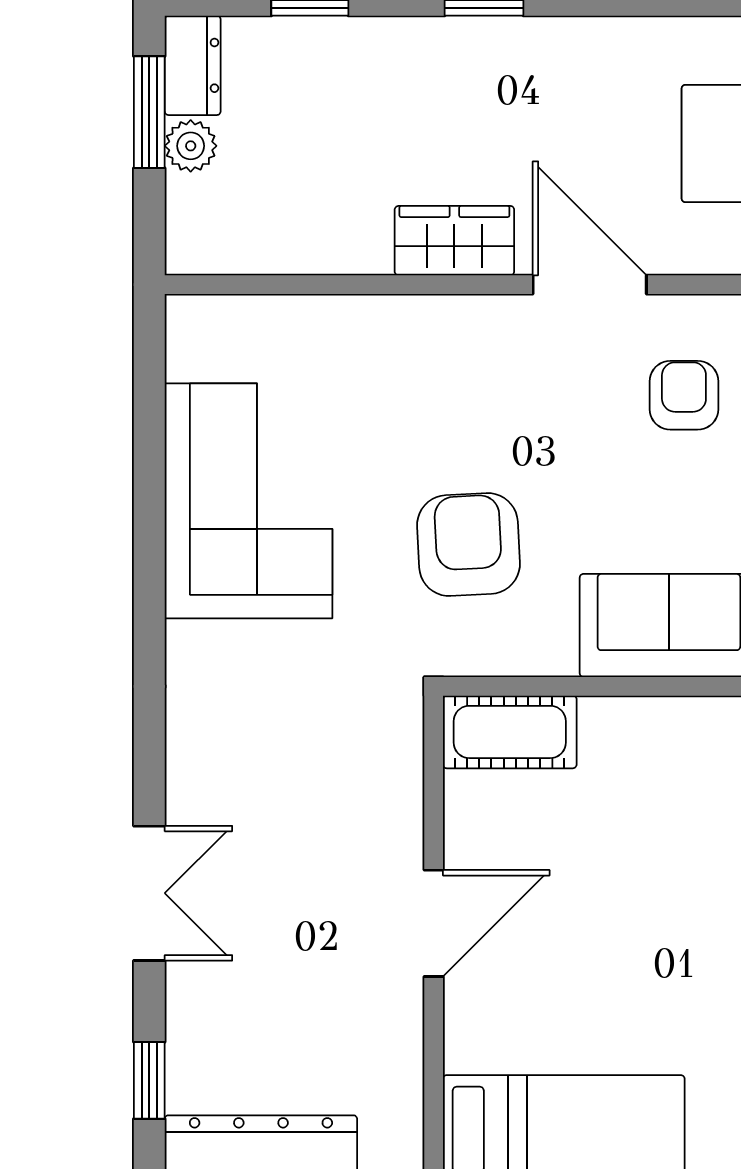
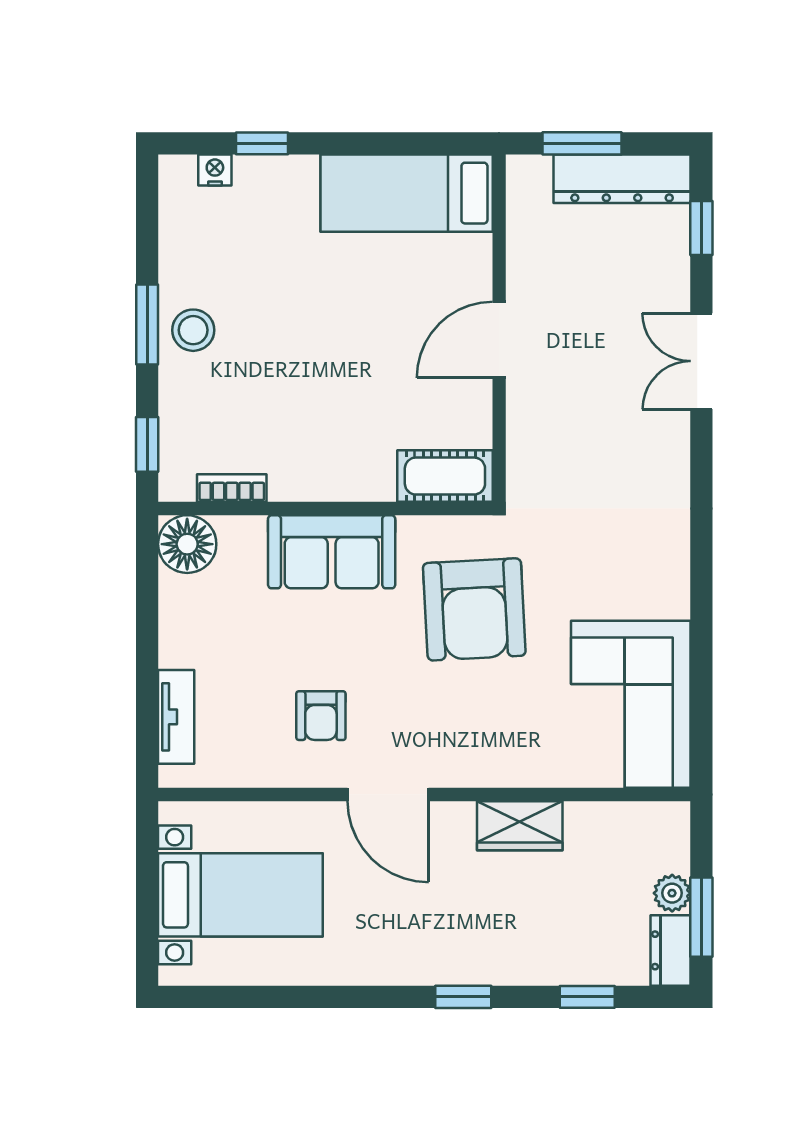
wardrobe: (454, 241) -> (520, 826), moved
corner sofa: (249, 501) -> (631, 704), moved
armchair: (468, 545) -> (474, 609), width x1.36, depth x1.36

